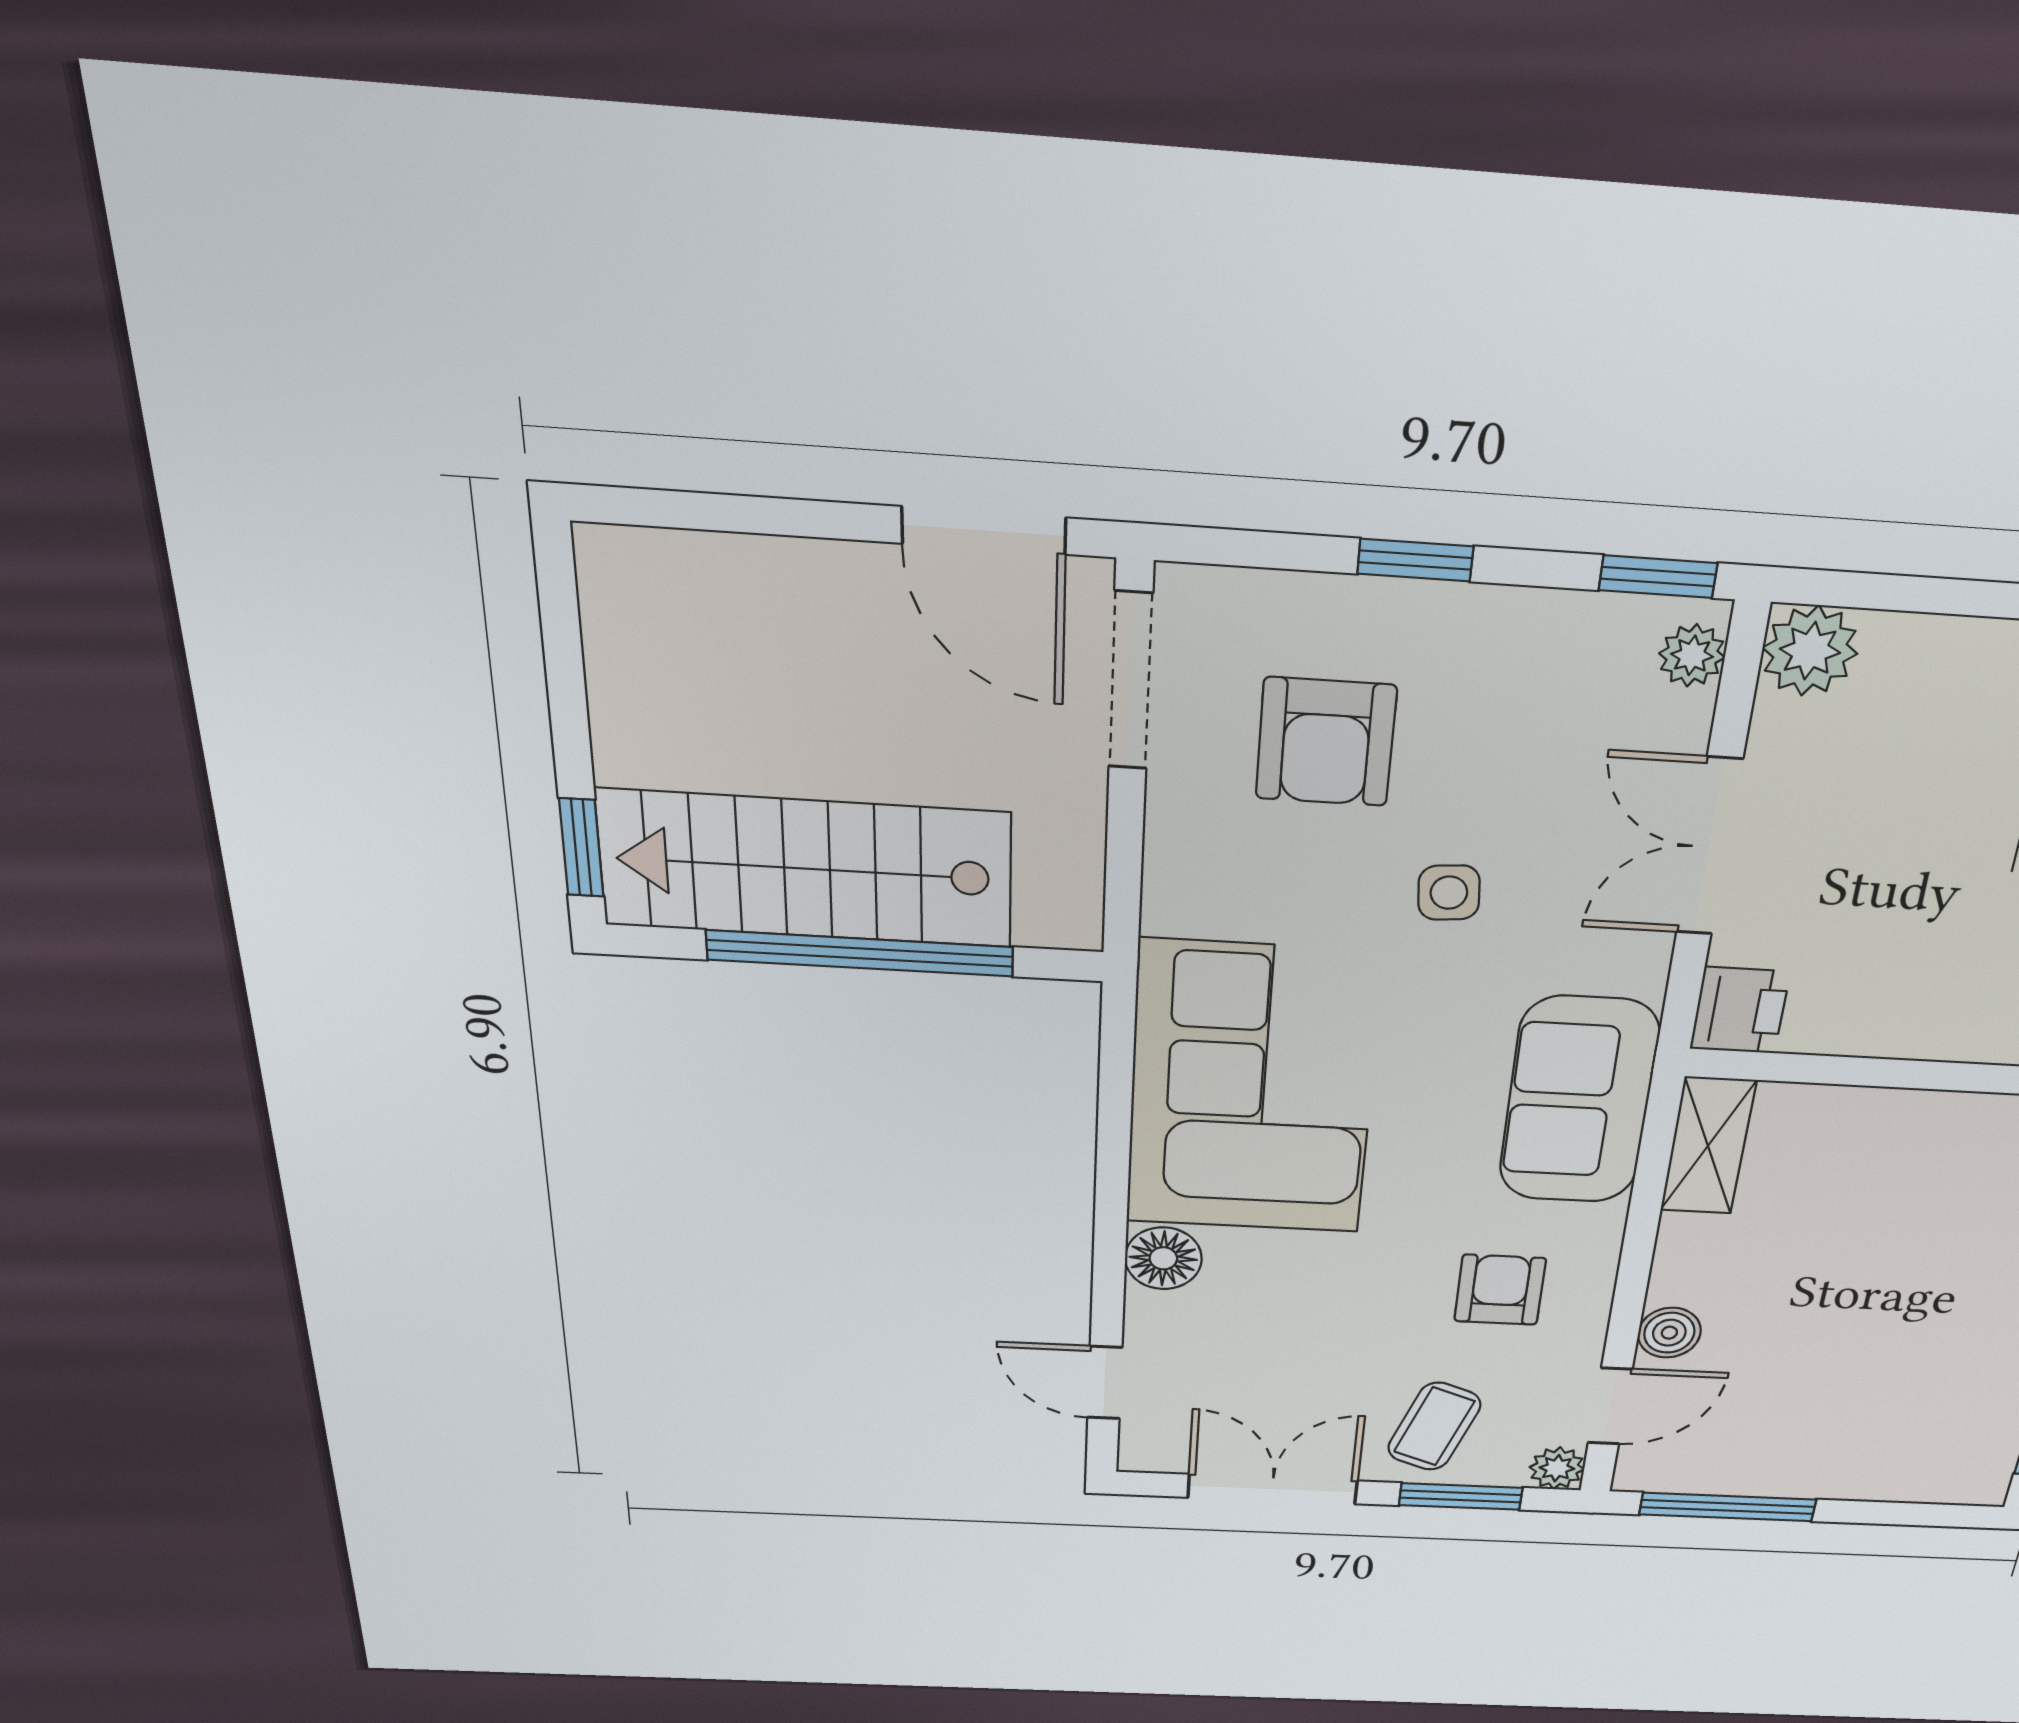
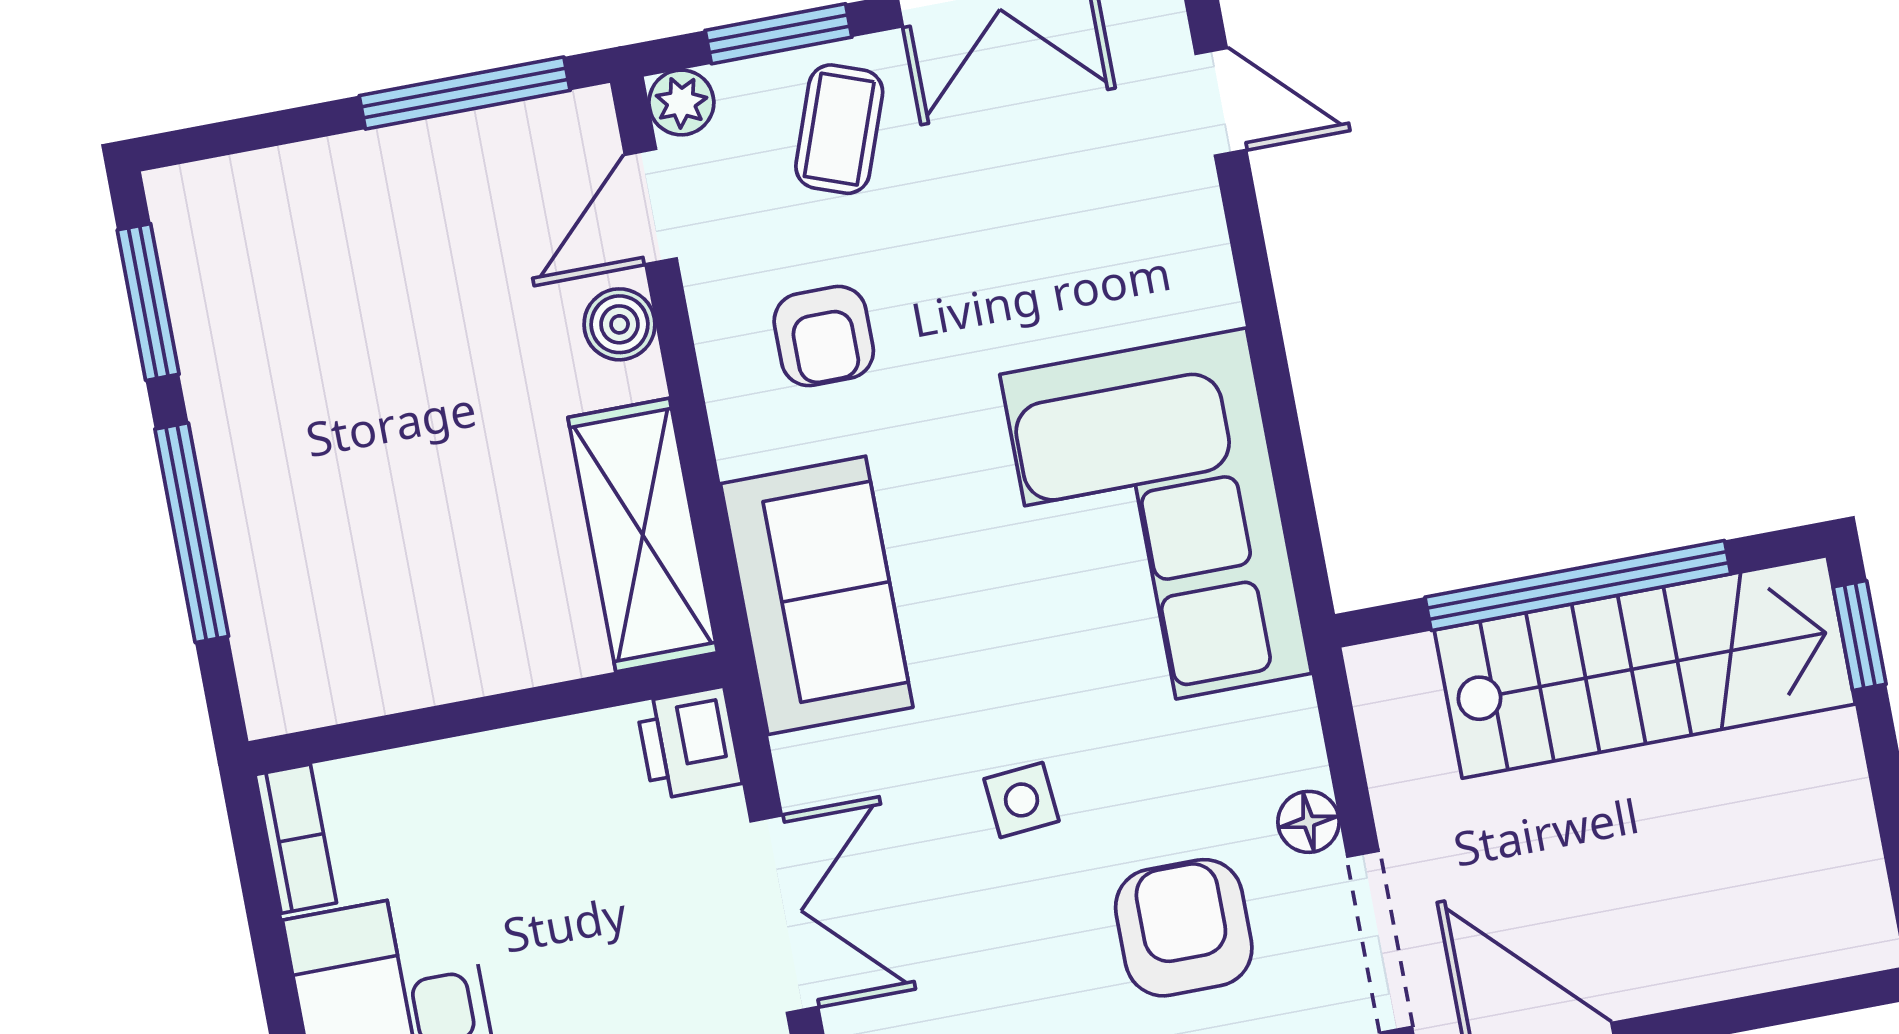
shelving: (1708, 1146) -> (643, 535), width x1.50, depth x1.33
floor lamp: (1163, 1258) -> (1308, 822), moved, width x0.73, depth x0.73

